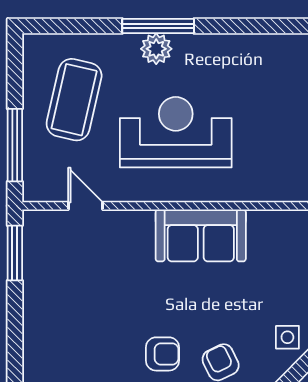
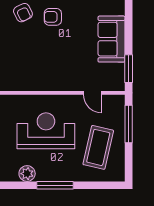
plant: (156, 49) -> (27, 174), moved
reception desk: (176, 132) -> (46, 131), turned 180
sofa: (201, 235) -> (112, 39), moved, turned -90

